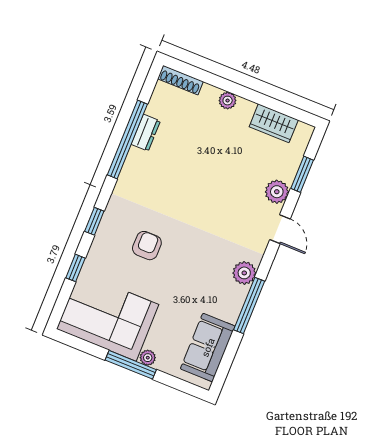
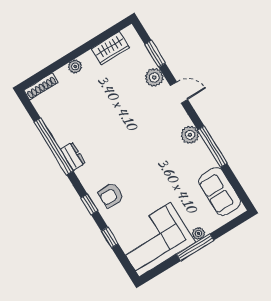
dresser: (146, 133) -> (73, 156), moved
armchair: (147, 246) -> (111, 195), moved, turned -90

